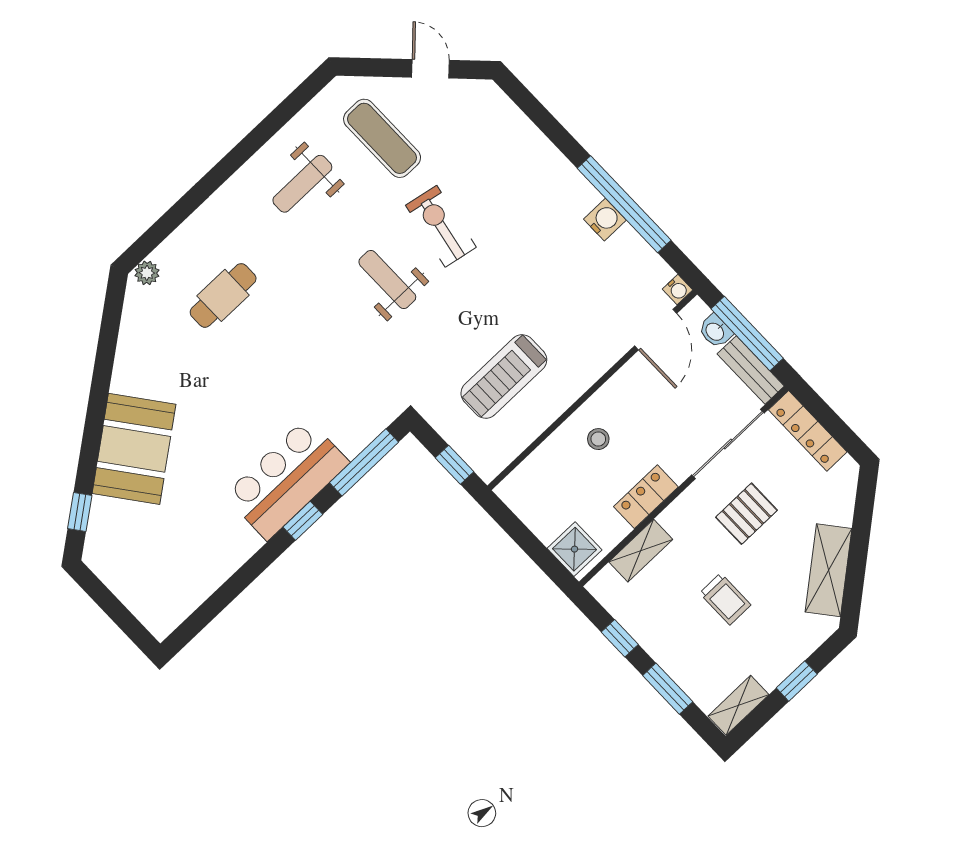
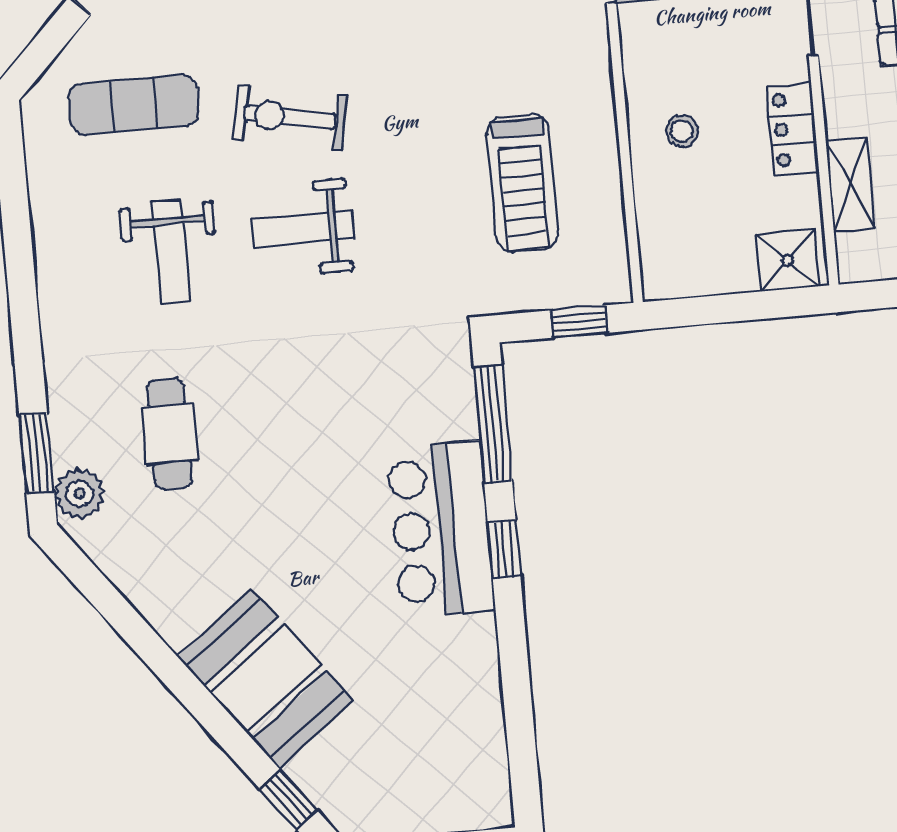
weight bench: (302, 184) -> (170, 252), moved
window: (157, 233) -> (37, 453), added
plant: (147, 273) -> (79, 494), width x1.38, depth x1.38

